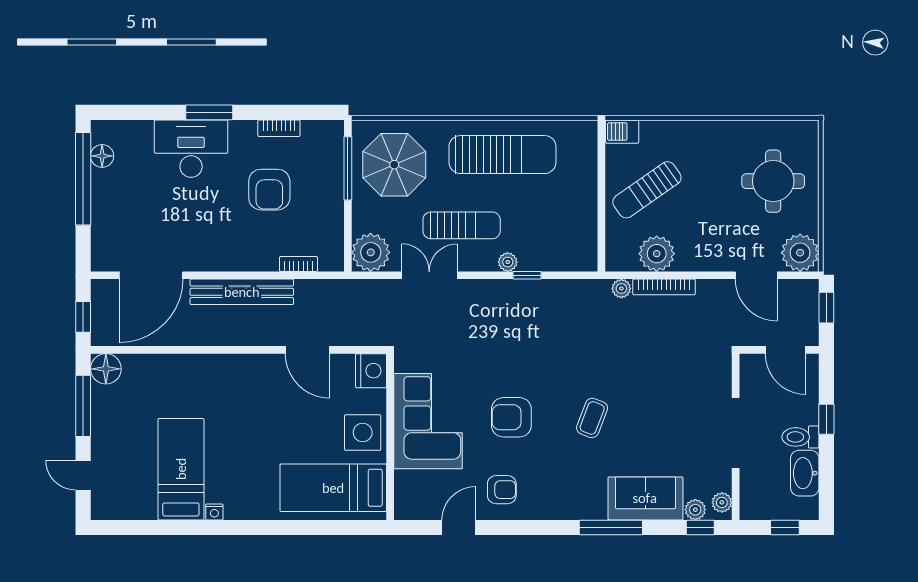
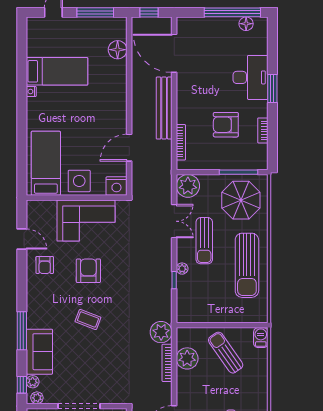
bookcase: (298, 264) -> (181, 142), width x1.56
plant: (621, 289) -> (161, 332), width x1.87, depth x1.87
floor lamp: (106, 369) -> (118, 50), moved

